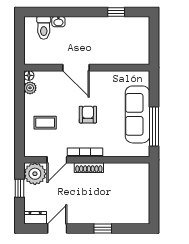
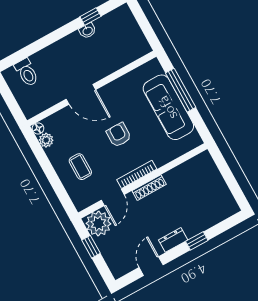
washbasin: (58, 22) -> (88, 31), moved
coffee table: (45, 123) -> (80, 167), turned 90
window: (154, 127) -> (181, 90), moved
dresser: (35, 218) -> (173, 240), moved

